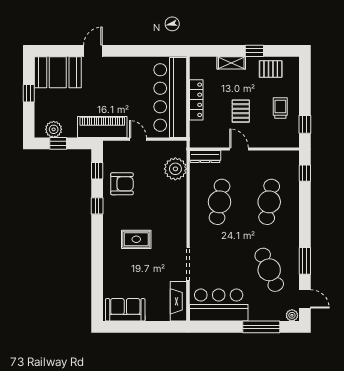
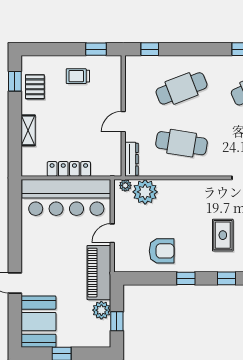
window: (254, 51) -> (15, 81), moved
pallet: (241, 111) -> (81, 120), removed
plant: (54, 129) -> (101, 310), moved
plant: (181, 151) -> (125, 185), added
window: (97, 171) -> (226, 278), moved
armchair: (122, 184) -> (162, 251), turned 90
cafe table: (269, 202) -> (182, 88), turned -30

